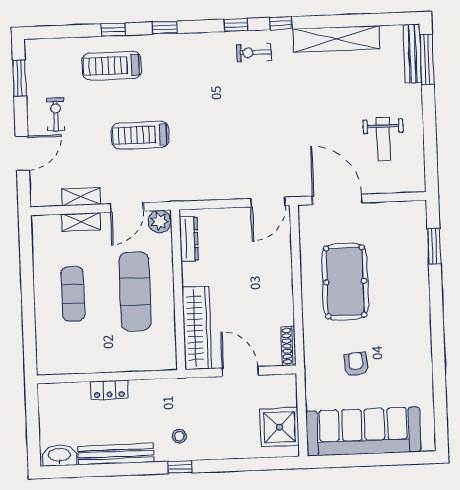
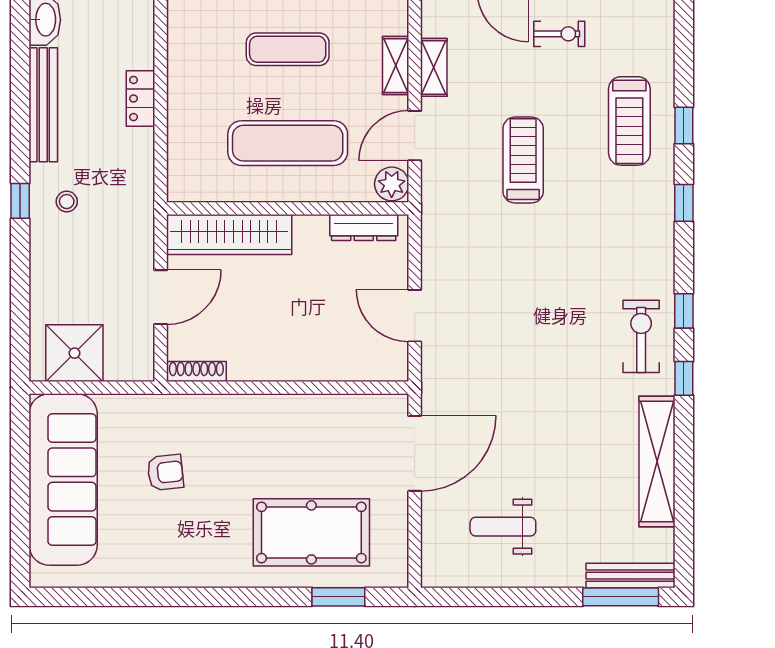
exercise bike: (254, 53) -> (641, 336), width x1.38, depth x1.39
treadmill: (112, 66) -> (629, 121), turned 180
door: (268, 202) -> (415, 316), moved
door: (127, 208) -> (415, 136), hinge flipped
pool table: (345, 282) -> (311, 532), moved

